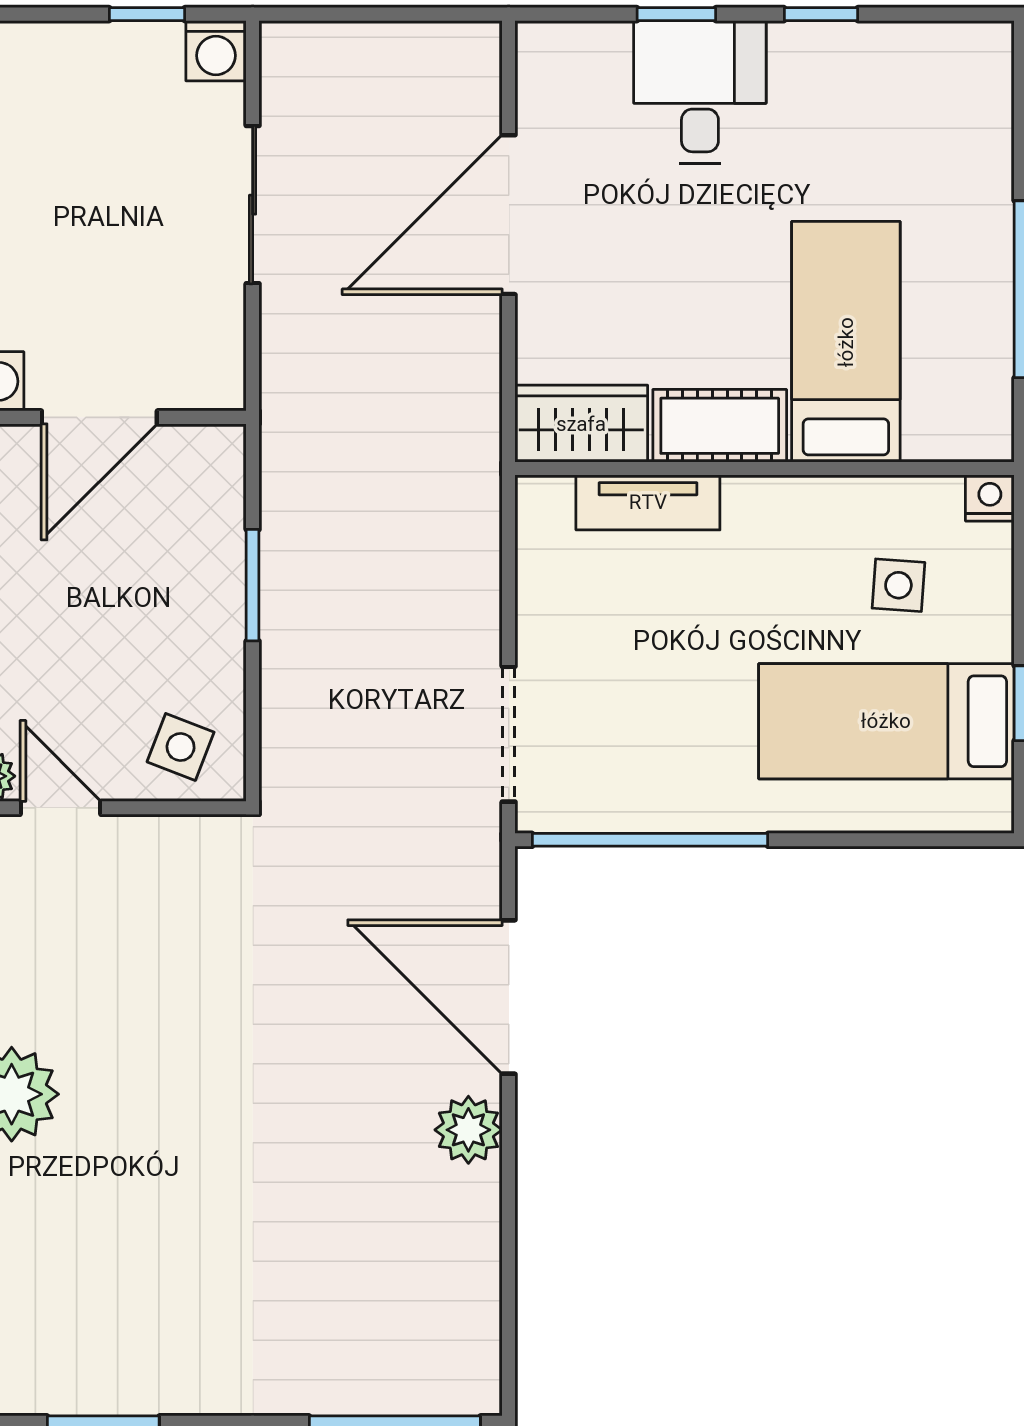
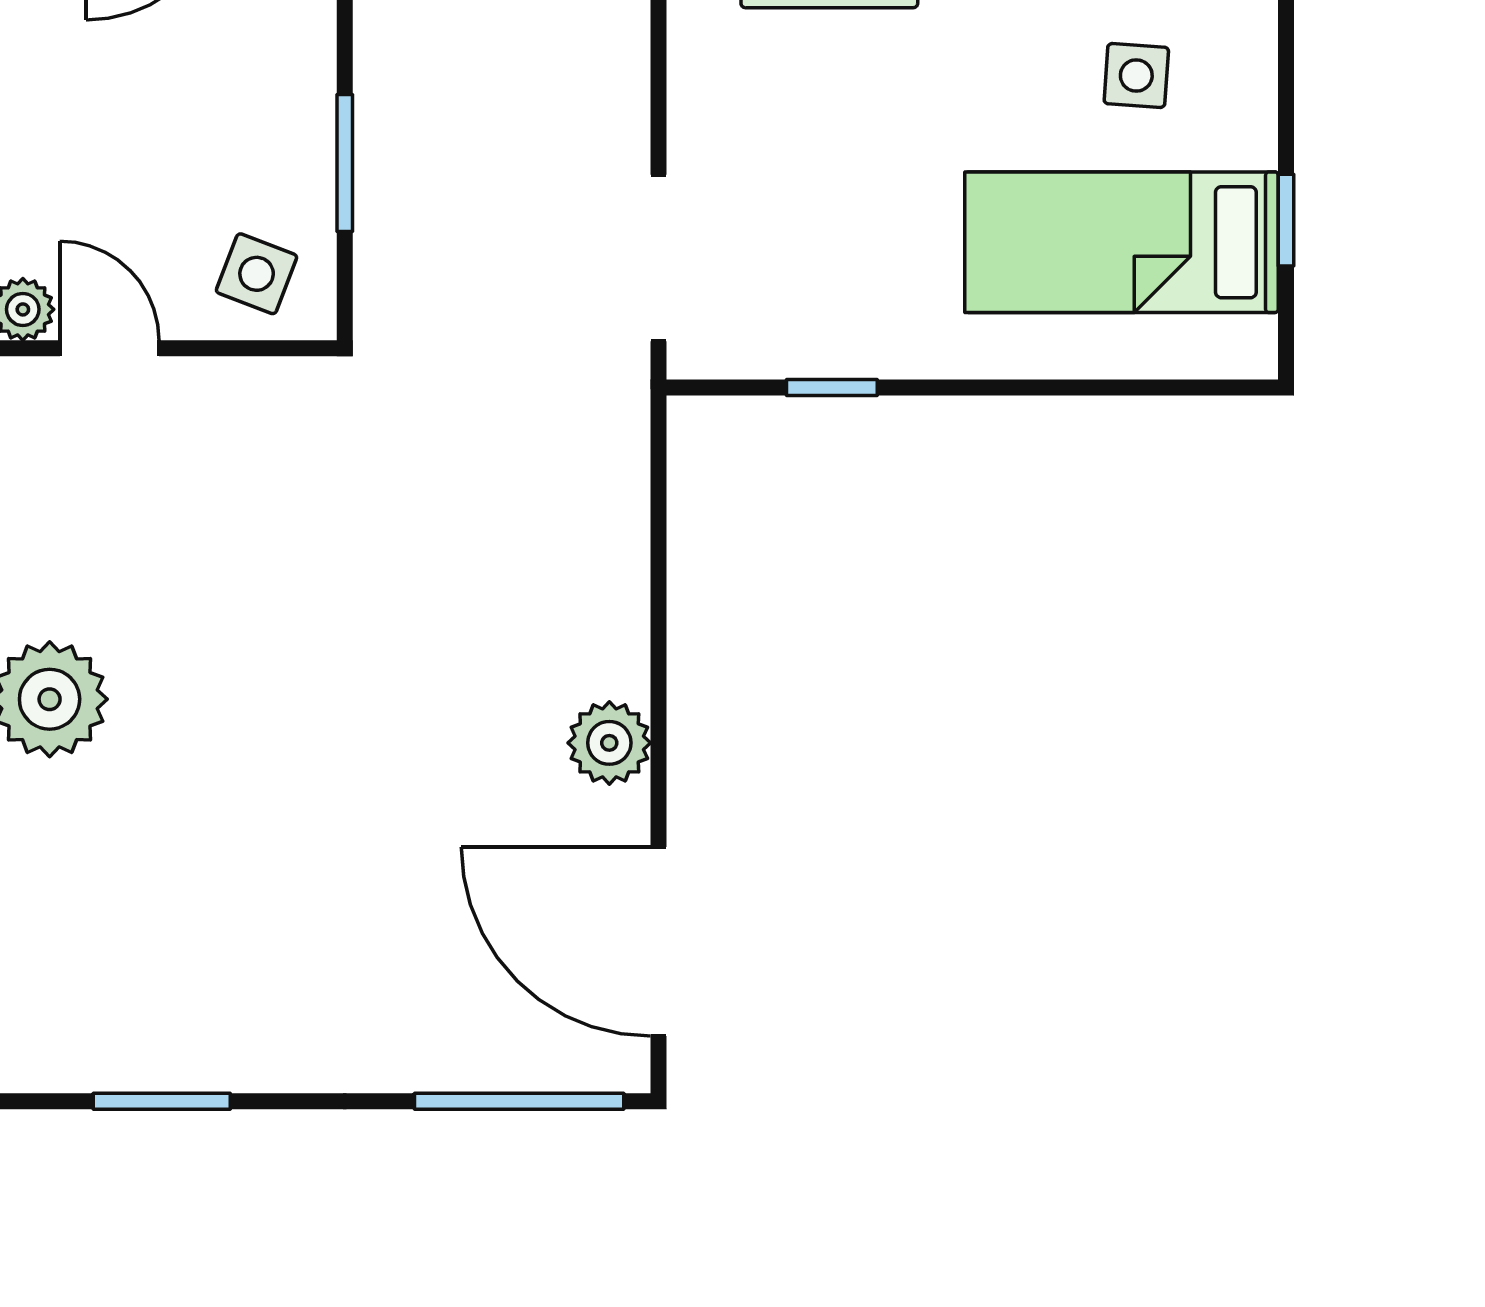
window: (253, 585) -> (345, 163), moved
window: (650, 840) -> (832, 388), width x0.32
door: (509, 997) -> (659, 942), moved

